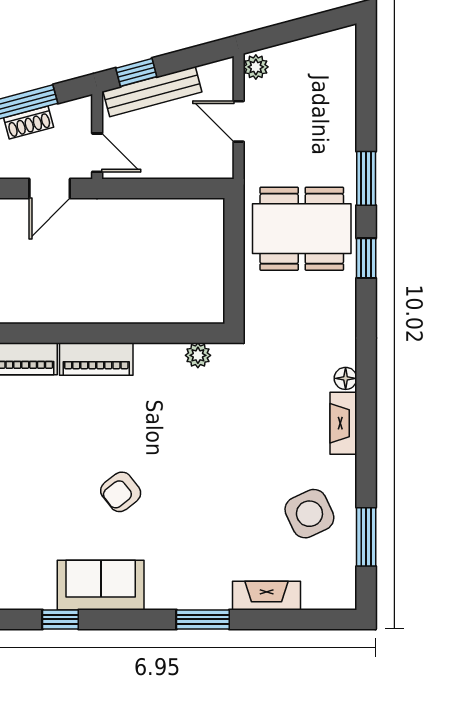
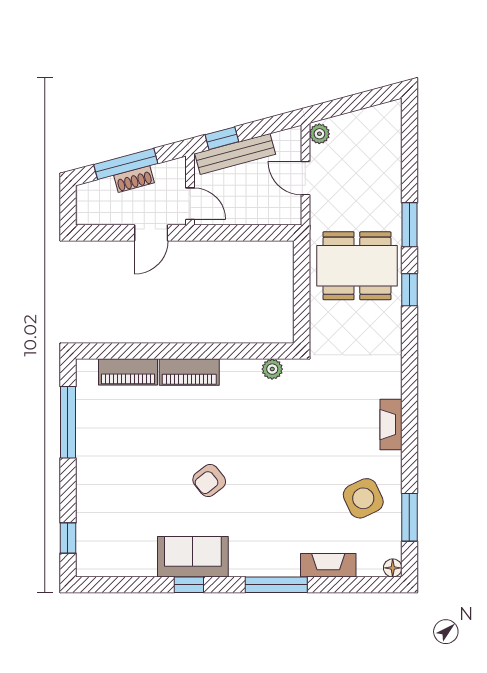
floor lamp: (346, 378) -> (393, 568), moved
window: (60, 619) -> (189, 585), moved
window: (203, 619) -> (276, 585), width x1.44

